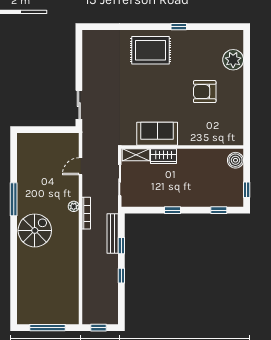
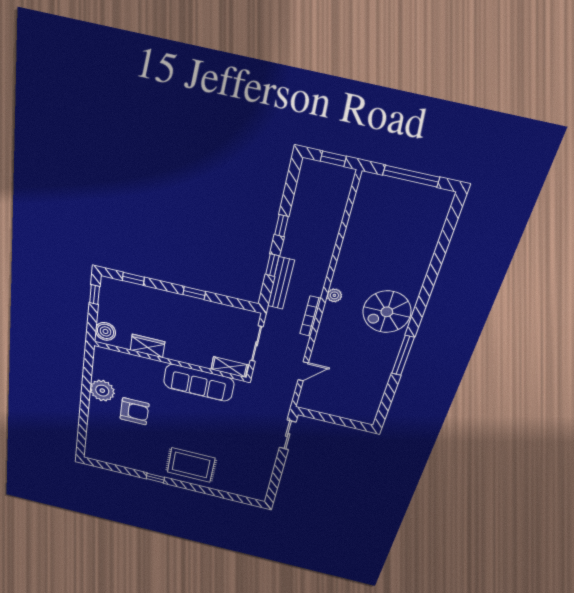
plant: (233, 60) -> (102, 391), moved
sofa: (157, 134) -> (199, 383), width x1.36
wardrobe: (163, 156) -> (148, 346), moved
plant: (74, 206) -> (334, 295), moved

